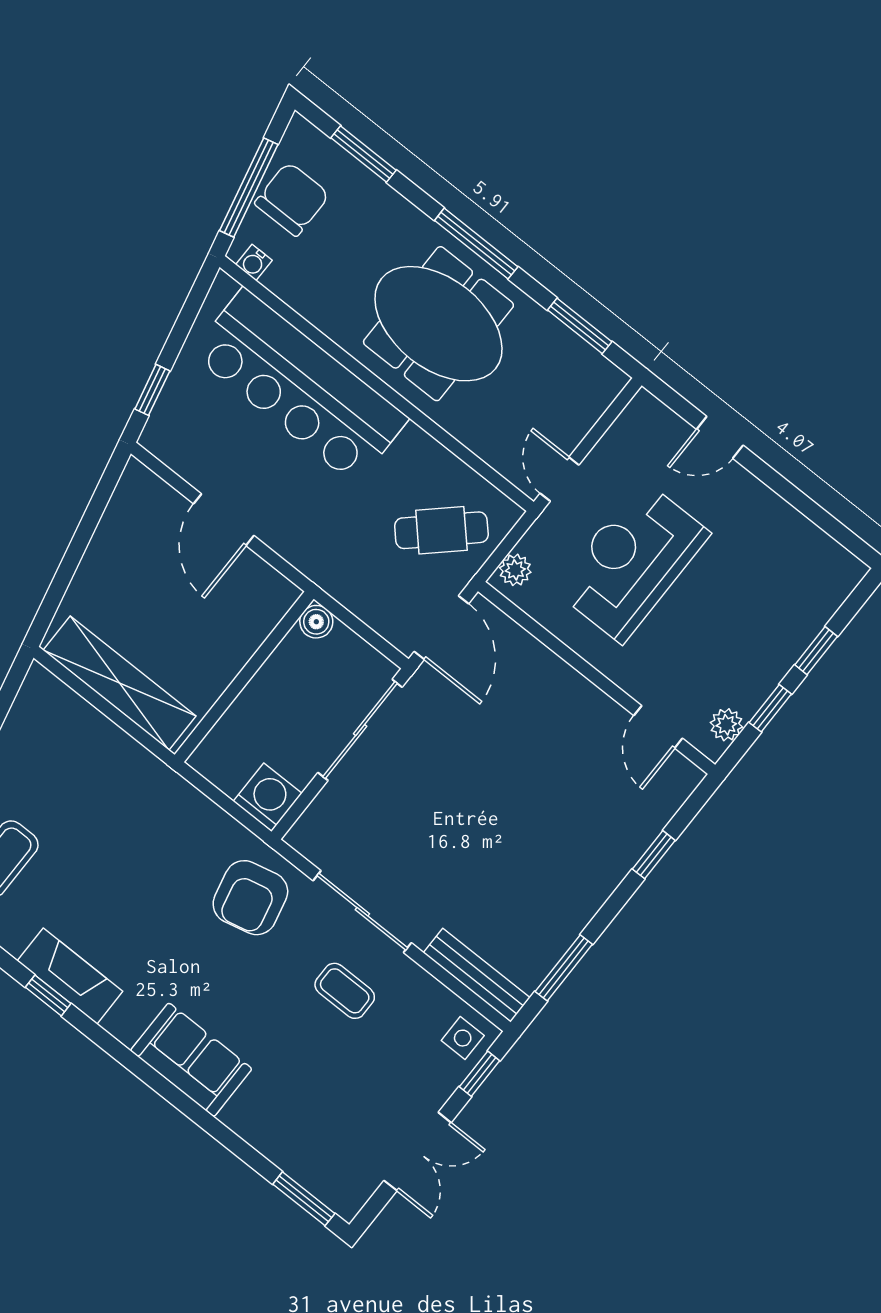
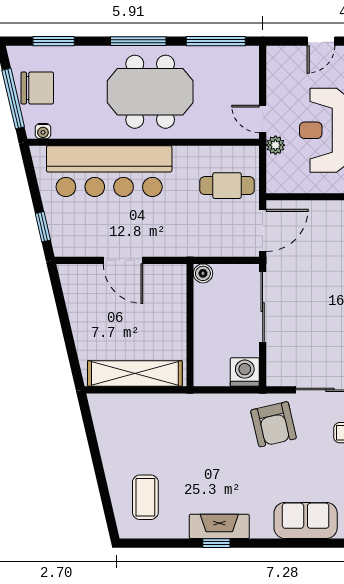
chair: (292, 199) -> (37, 88), turned 90
window: (580, 326) -> (216, 41), width x1.44
cafe table: (441, 530) -> (227, 186), turned 43
plant: (515, 570) -> (275, 145), moved
door: (441, 628) -> (263, 230), hinge flipped

